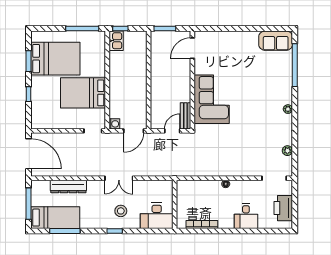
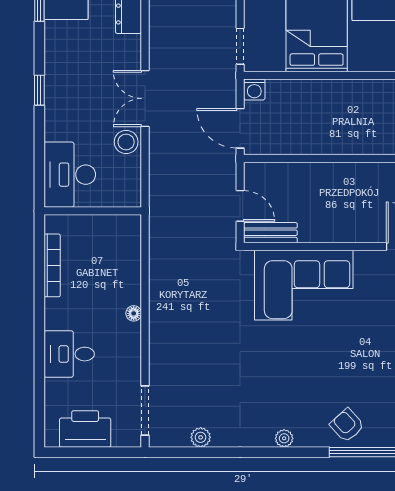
armchair: (281, 78) -> (347, 425), added
stool: (121, 211) -> (126, 142), moved

